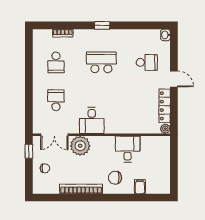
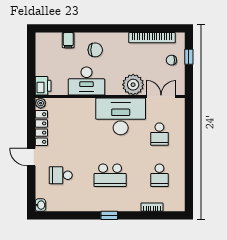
school desk: (56, 62) -> (159, 175), turned 180
desk: (92, 120) -> (121, 116), width x1.87, depth x1.30
printer: (163, 145) -> (43, 86), added
desk: (128, 149) -> (86, 81), width x1.37
window: (29, 151) -> (189, 57), moved
bookcase: (81, 189) -> (152, 38), moved

